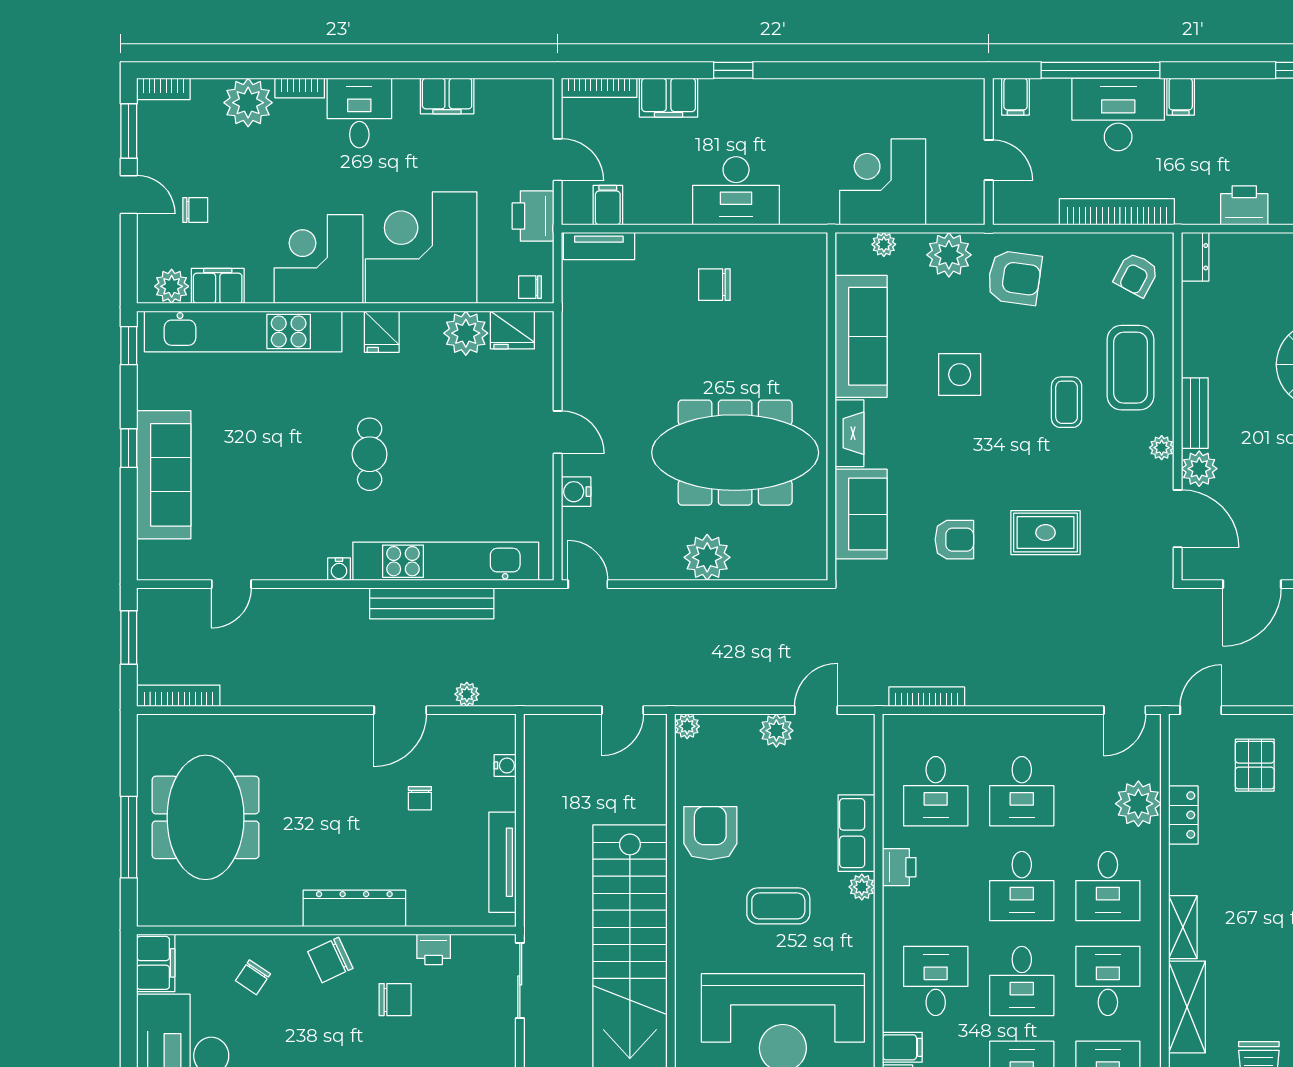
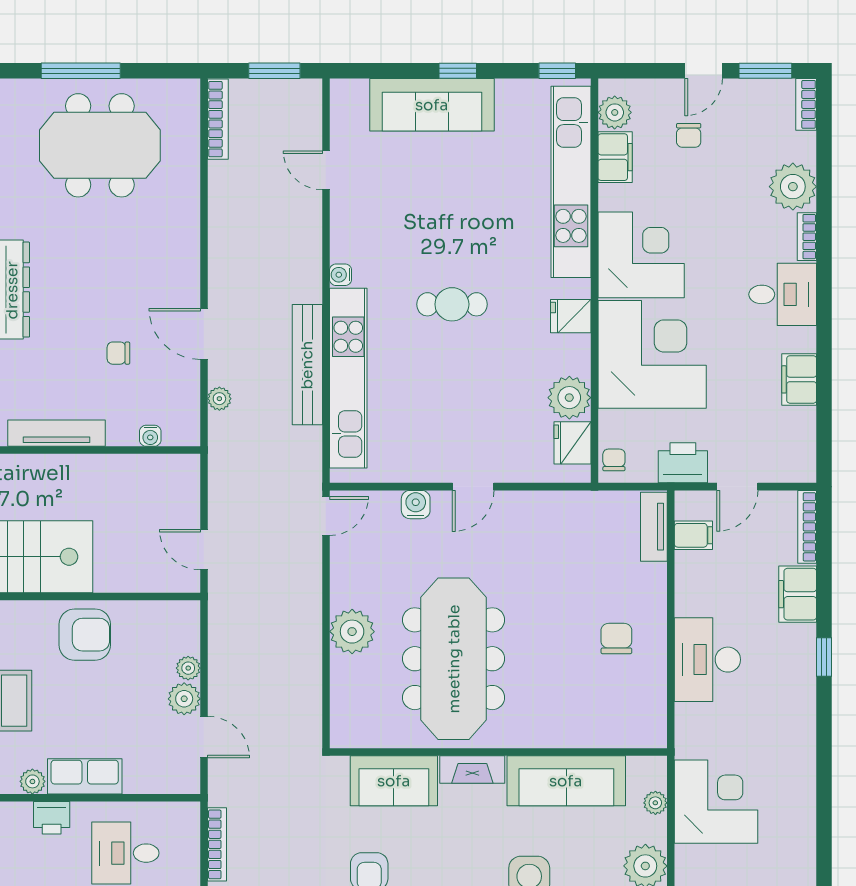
plant: (687, 726) -> (188, 668), moved

